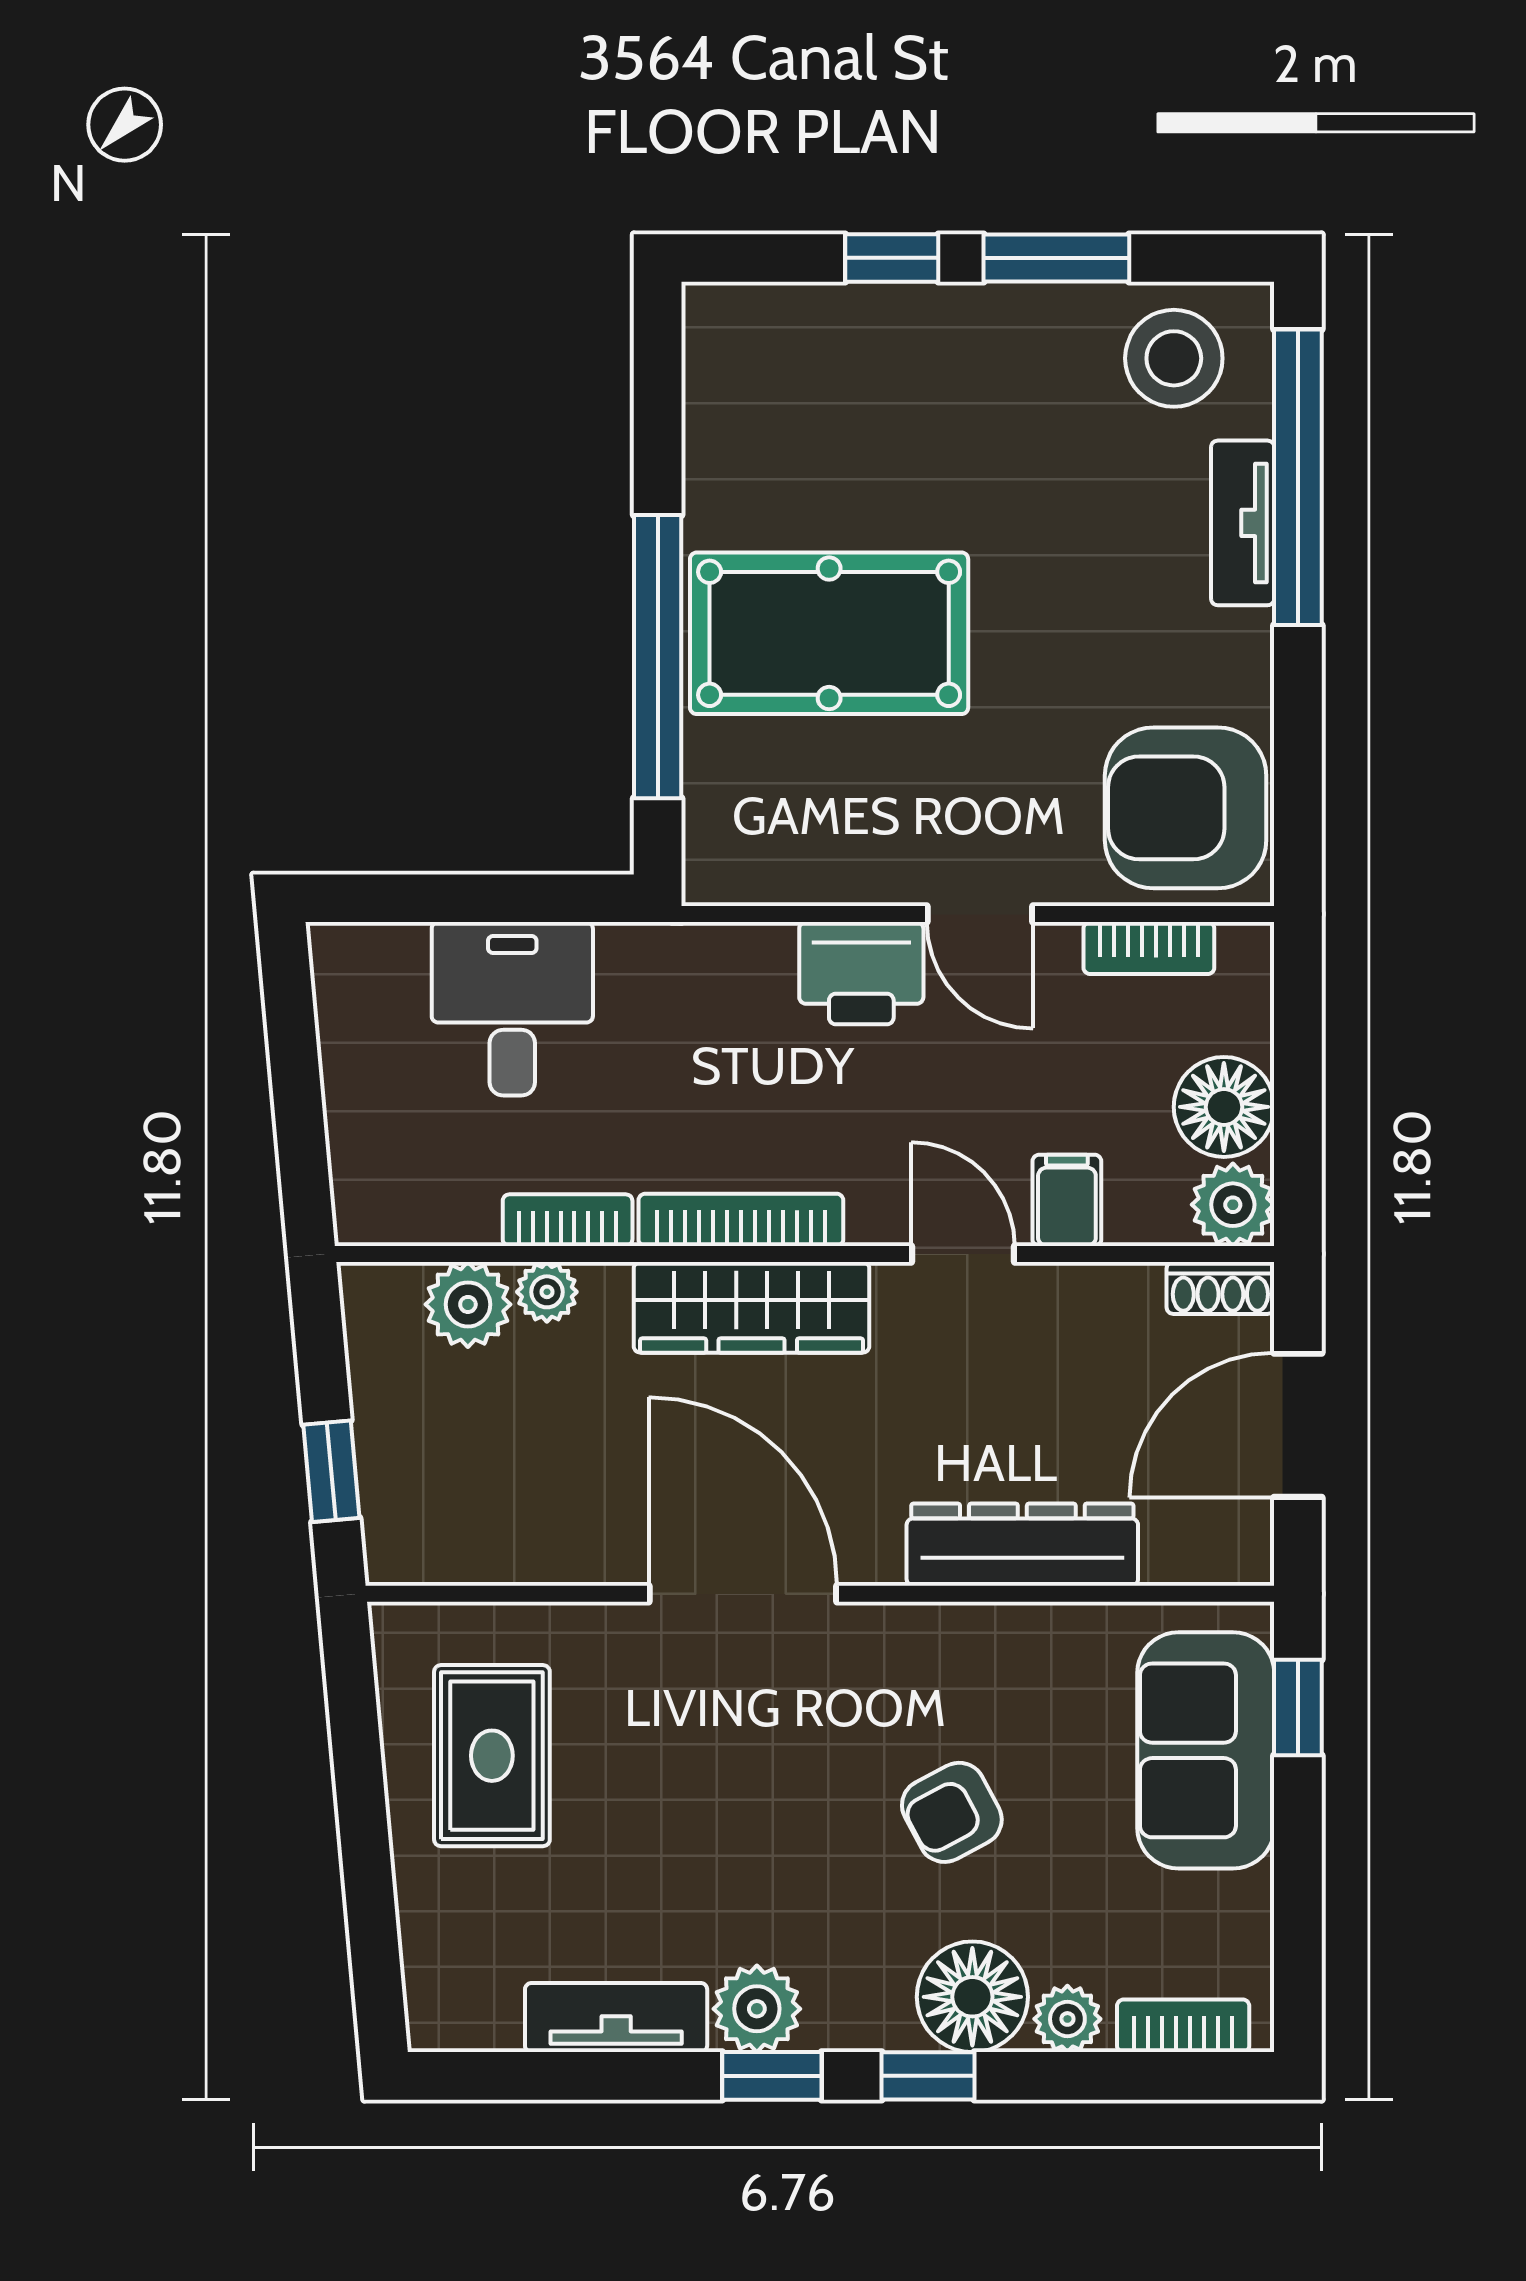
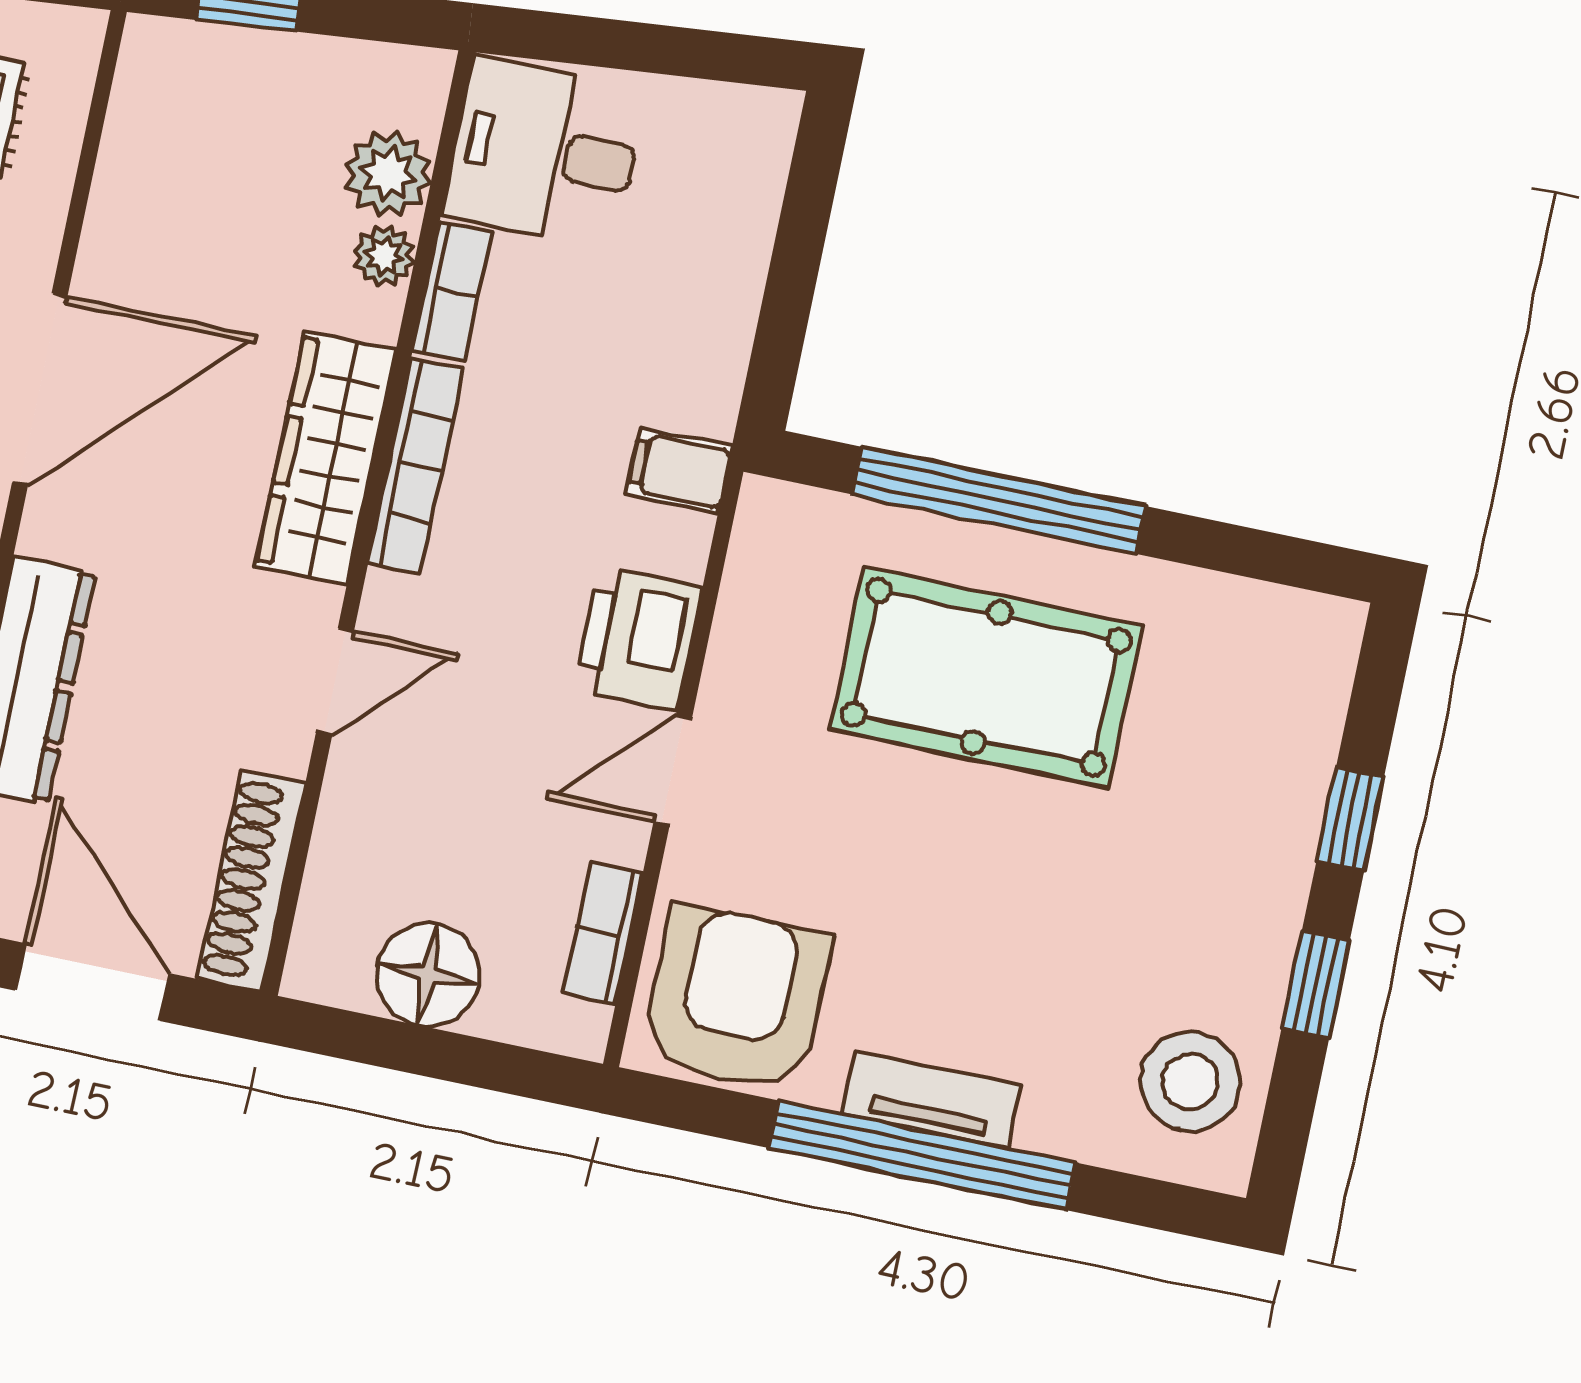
window: (1056, 258) -> (1316, 984), width x0.67
window: (1298, 477) -> (923, 1155), moved
tv unit: (1243, 523) -> (932, 1099), moved
pool table: (829, 633) -> (986, 677), turned 90
desk: (512, 1009) -> (545, 152), moved, turned 180
filing cabinet: (1067, 1200) -> (679, 470), moved, turned 180
plant: (1233, 1205) -> (328, 963), removed
shoe rack: (1220, 1288) -> (251, 881), width x1.94, depth x1.24

